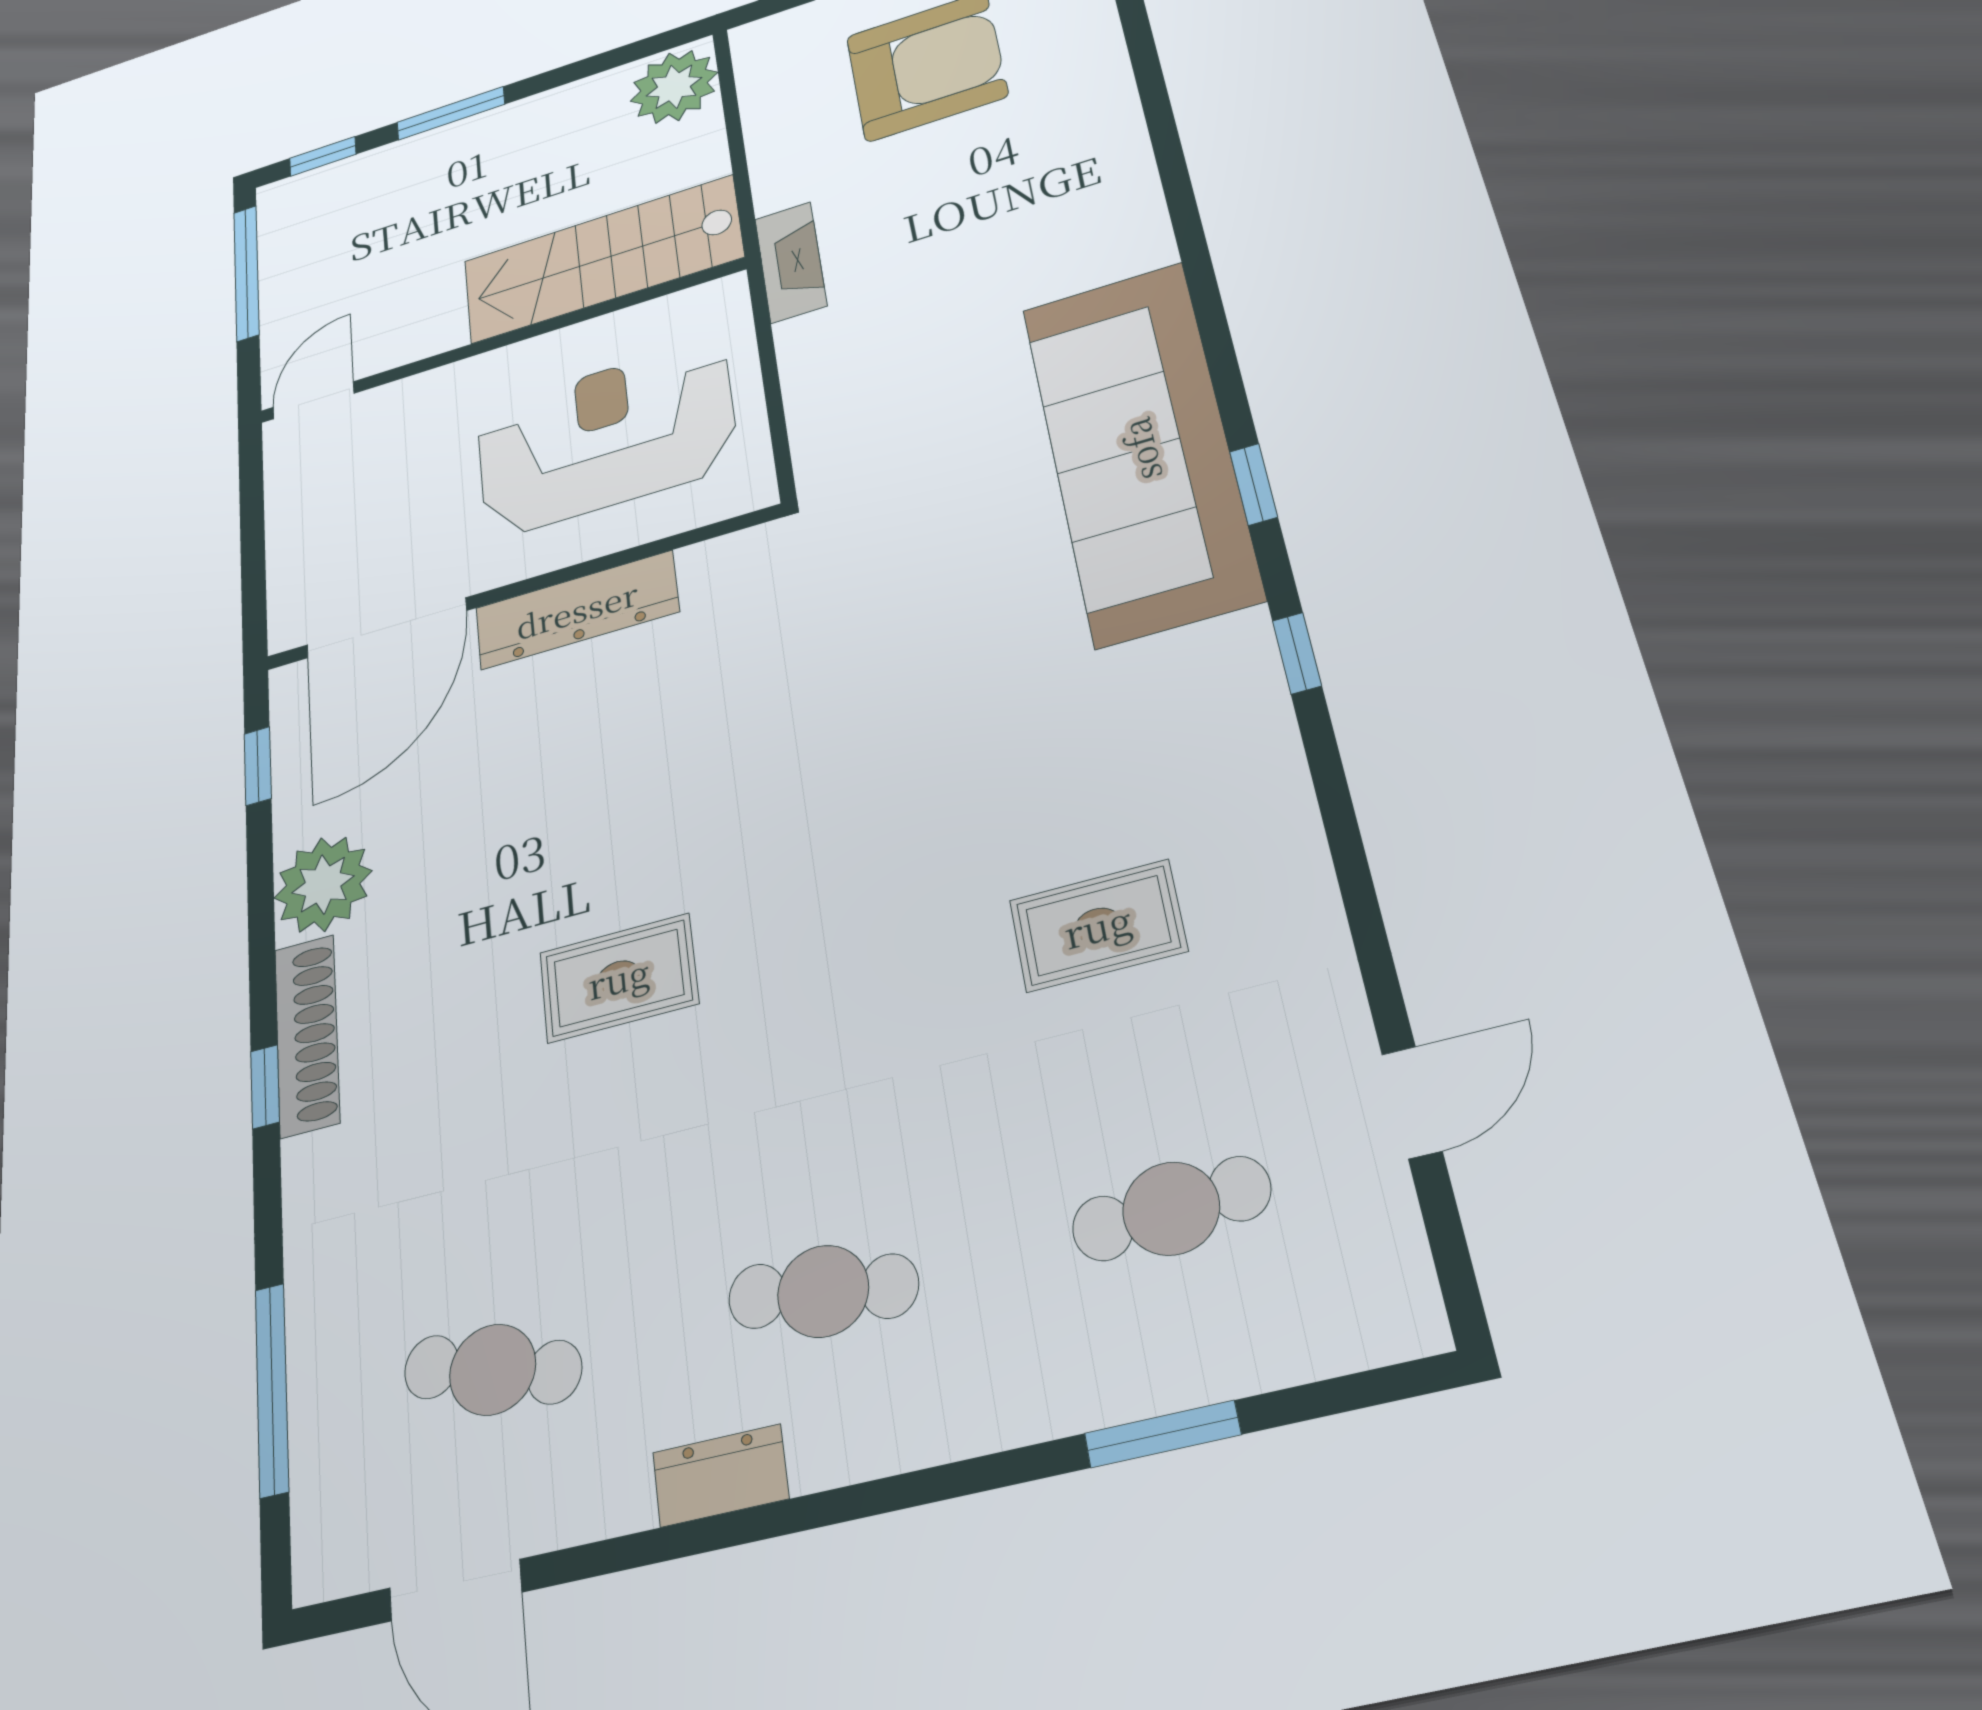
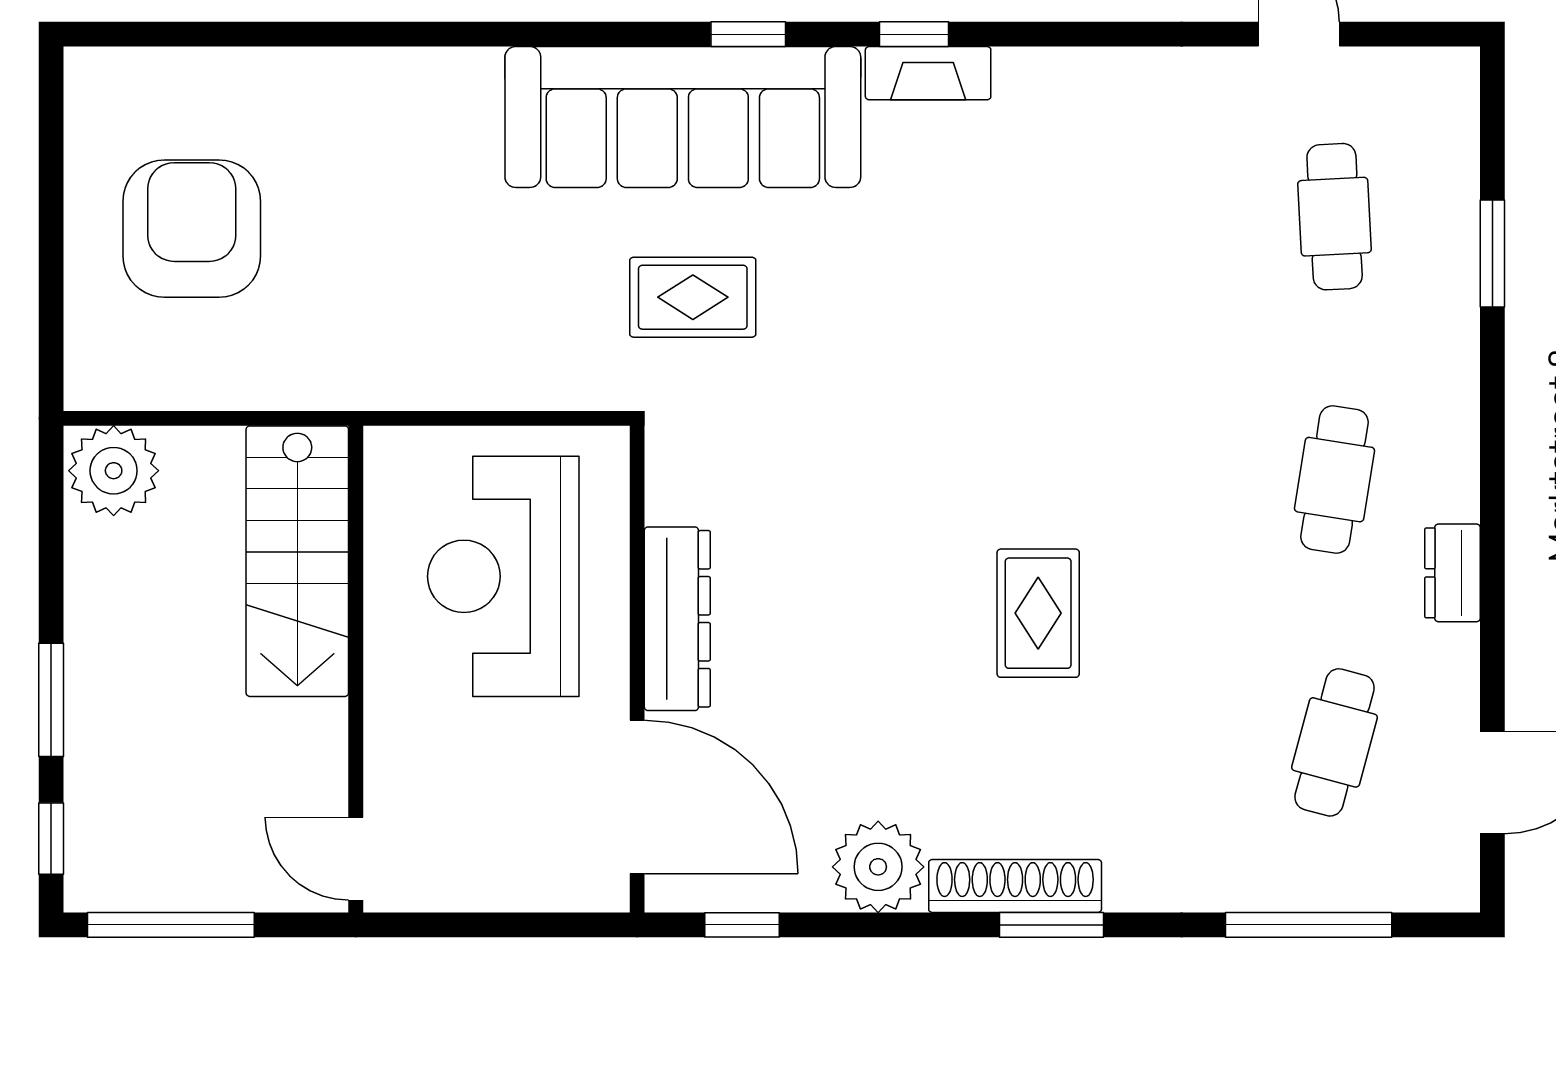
fireplace: (791, 262) -> (928, 73), moved, turned 180
rug: (1098, 926) -> (693, 297), moved, turned 90
window: (265, 1087) -> (1051, 925), width x1.50

